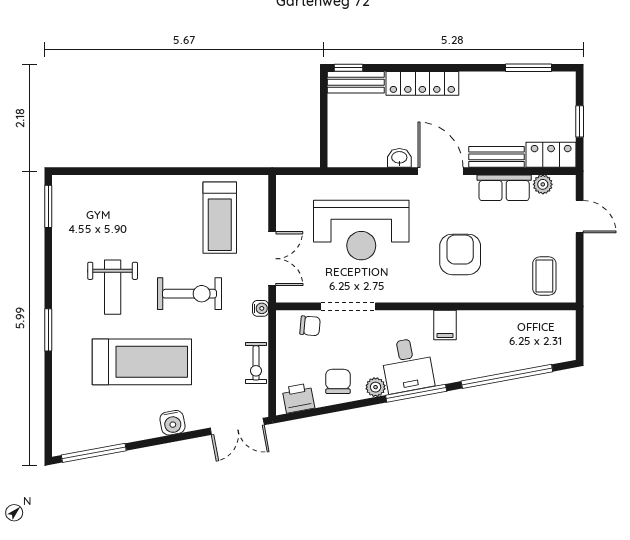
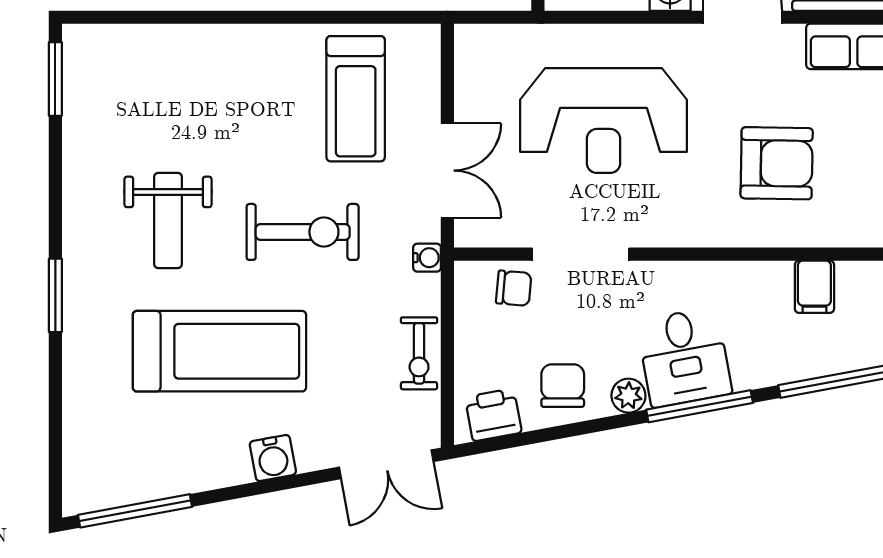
armchair: (460, 254) -> (777, 163), turned 91
filing cabinet: (445, 325) -> (814, 287), moved

